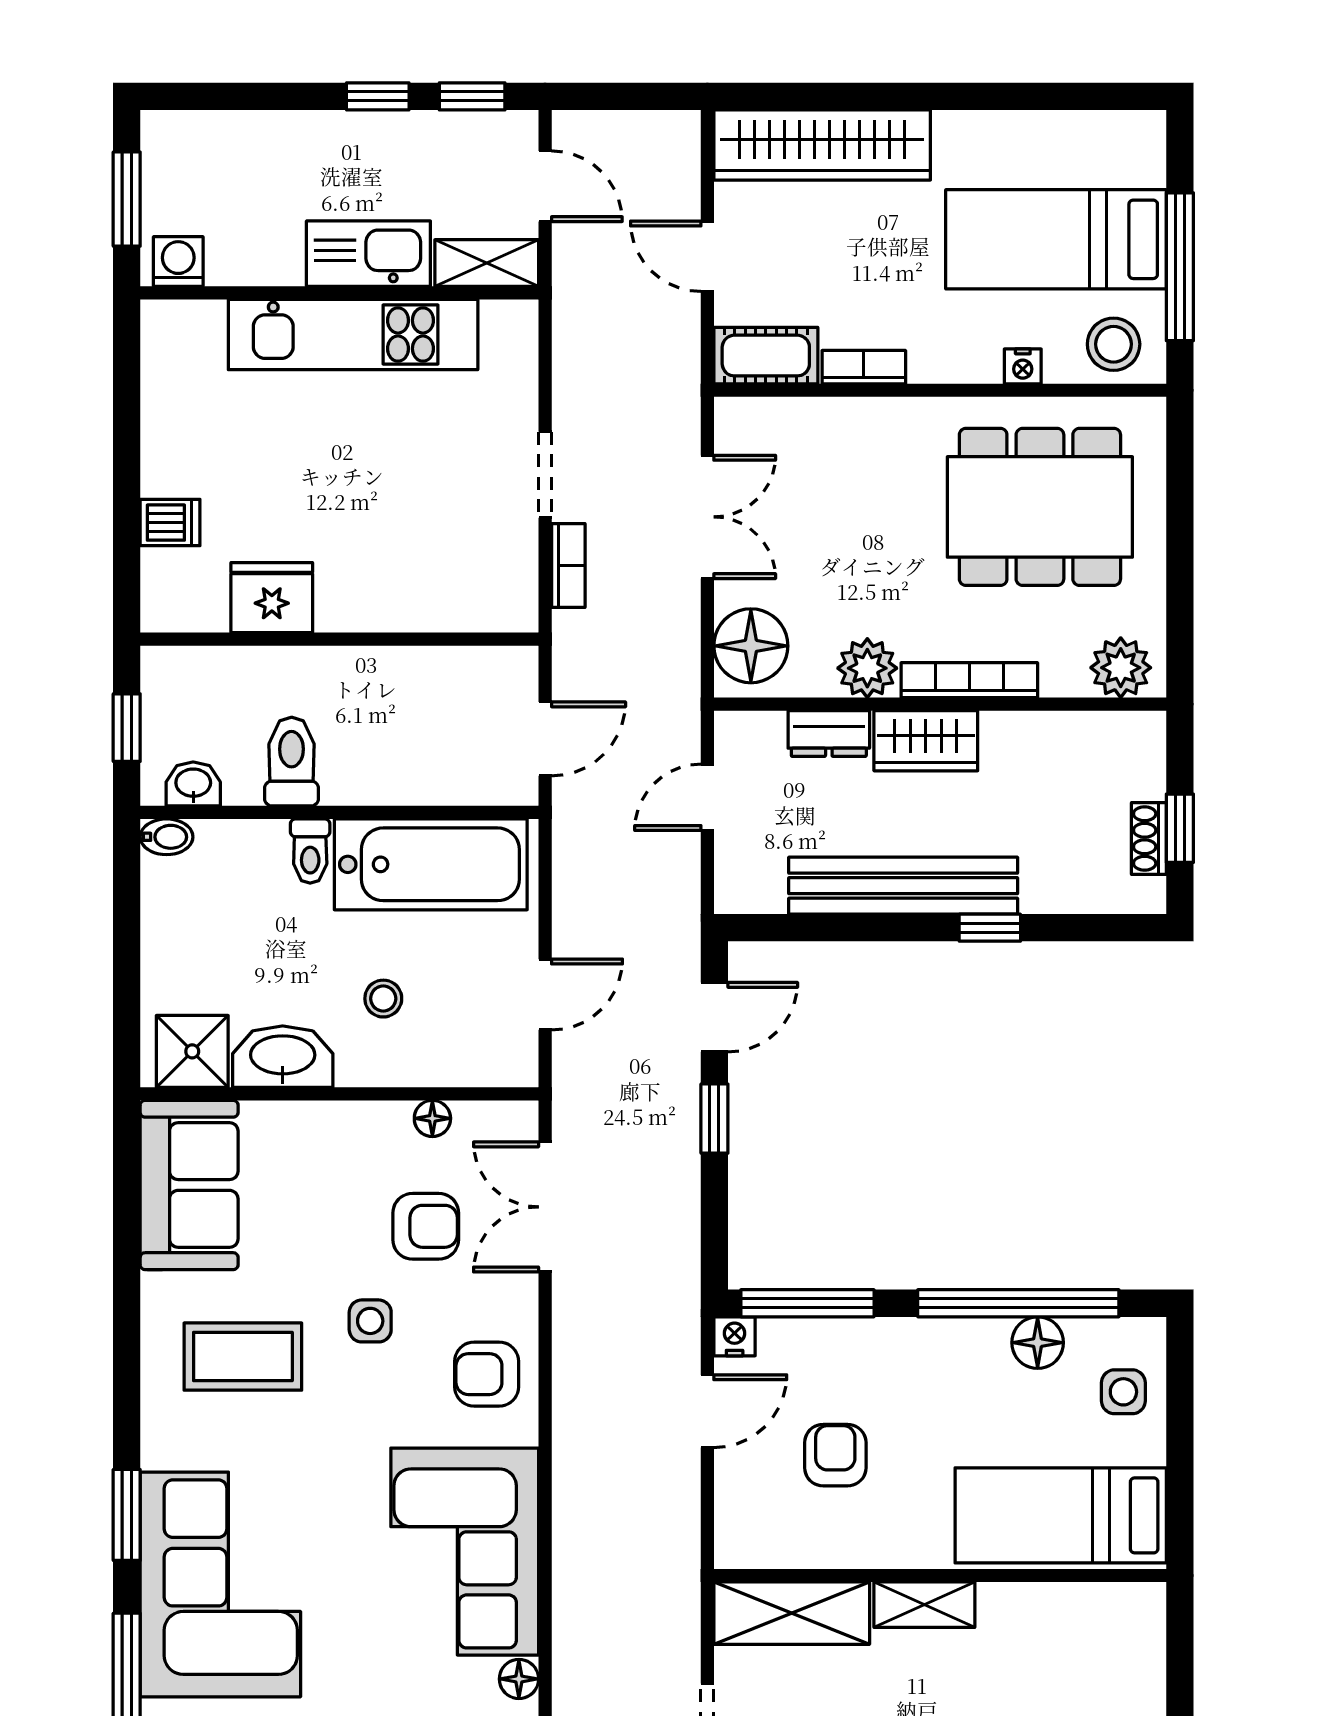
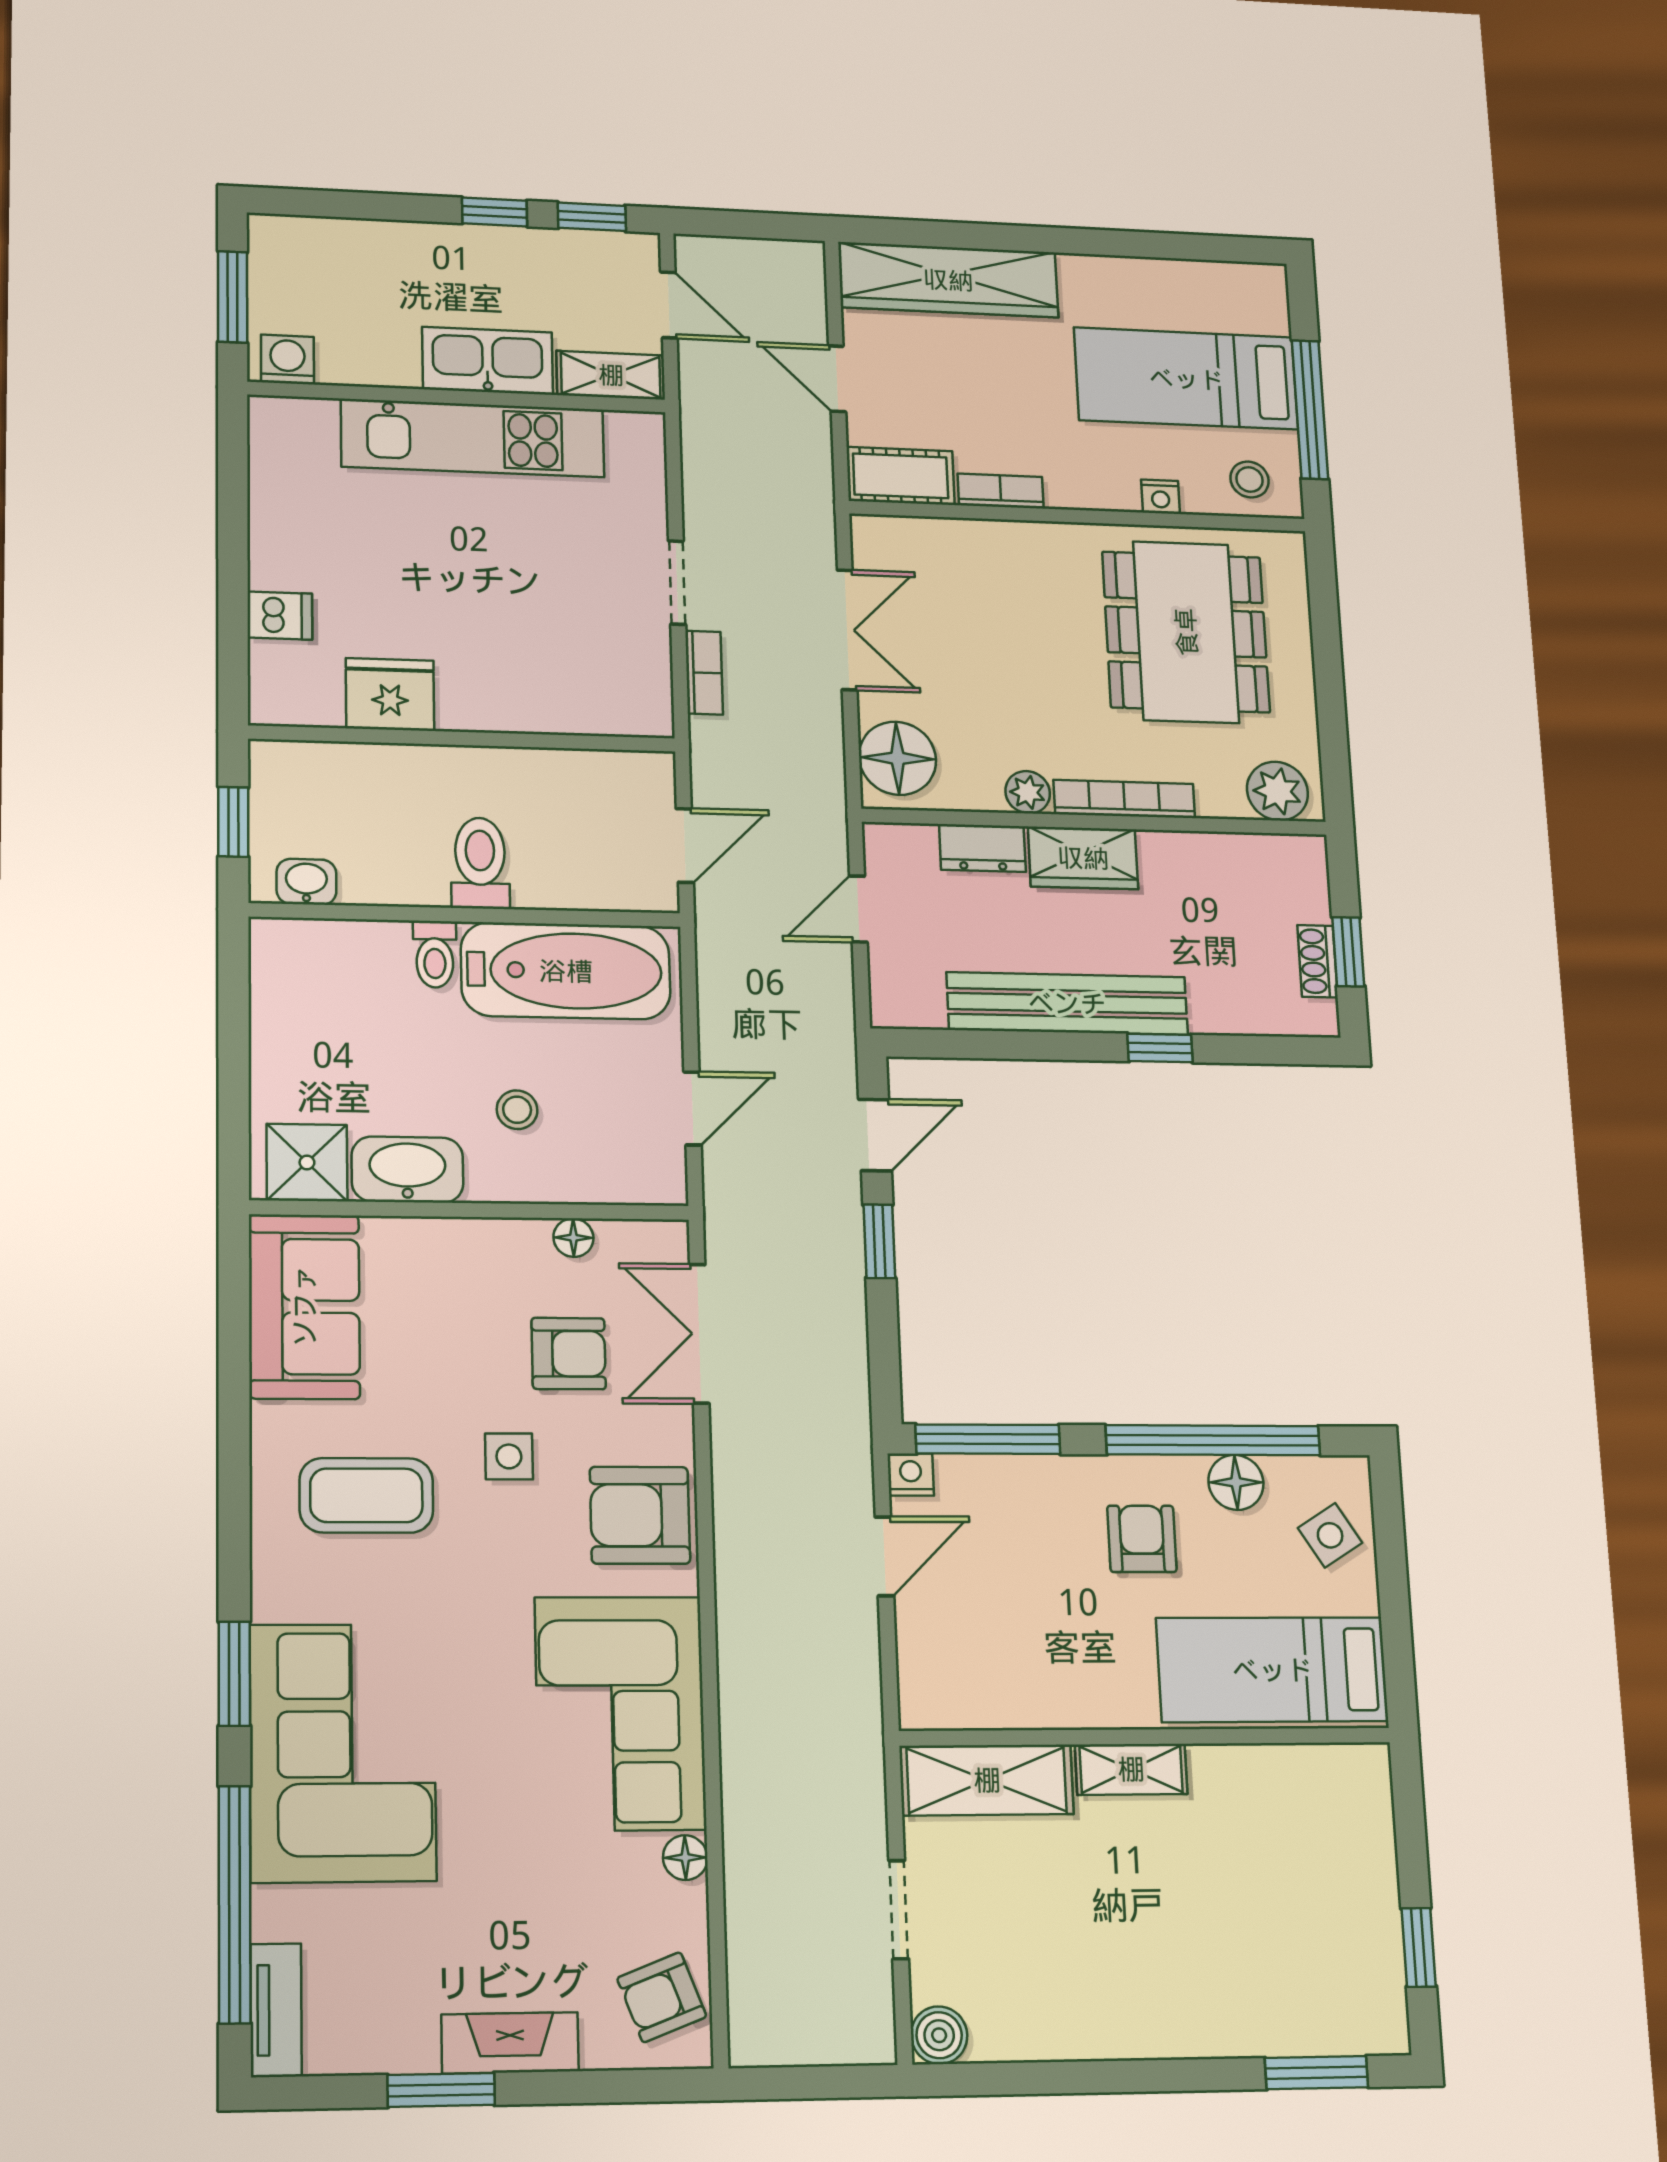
stool: (1114, 344) -> (1250, 480), width x0.73, depth x0.73
dining table: (1040, 507) -> (1186, 632), turned 90
plant: (867, 668) -> (1028, 792), width x0.73, depth x0.73
toilet: (292, 762) -> (480, 863), moved
bidet: (167, 837) -> (277, 936), removed
armchair: (487, 1374) -> (640, 1515), width x1.38, depth x1.38
side table: (1123, 1392) -> (1330, 1535), turned -32
armchair: (835, 1455) -> (1142, 1539), moved

